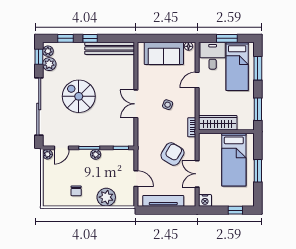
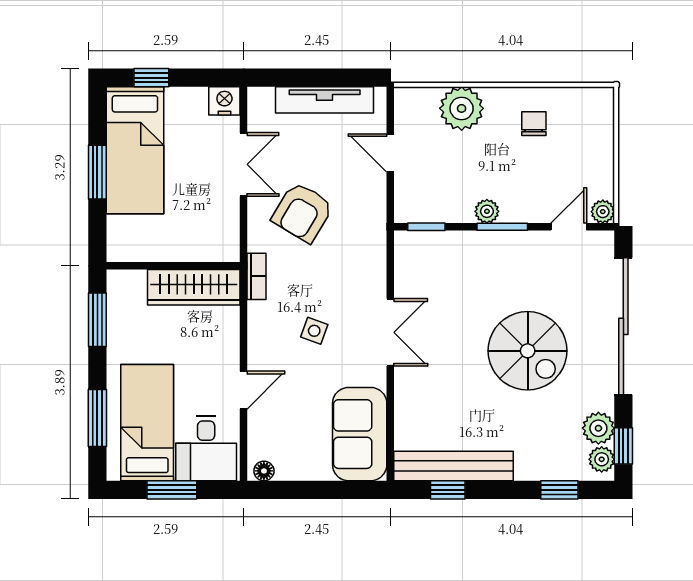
window: (90, 38) -> (448, 490), moved
sofa: (164, 53) -> (360, 434), moved, turned -90
bed: (234, 160) -> (135, 150), moved, turned 180

